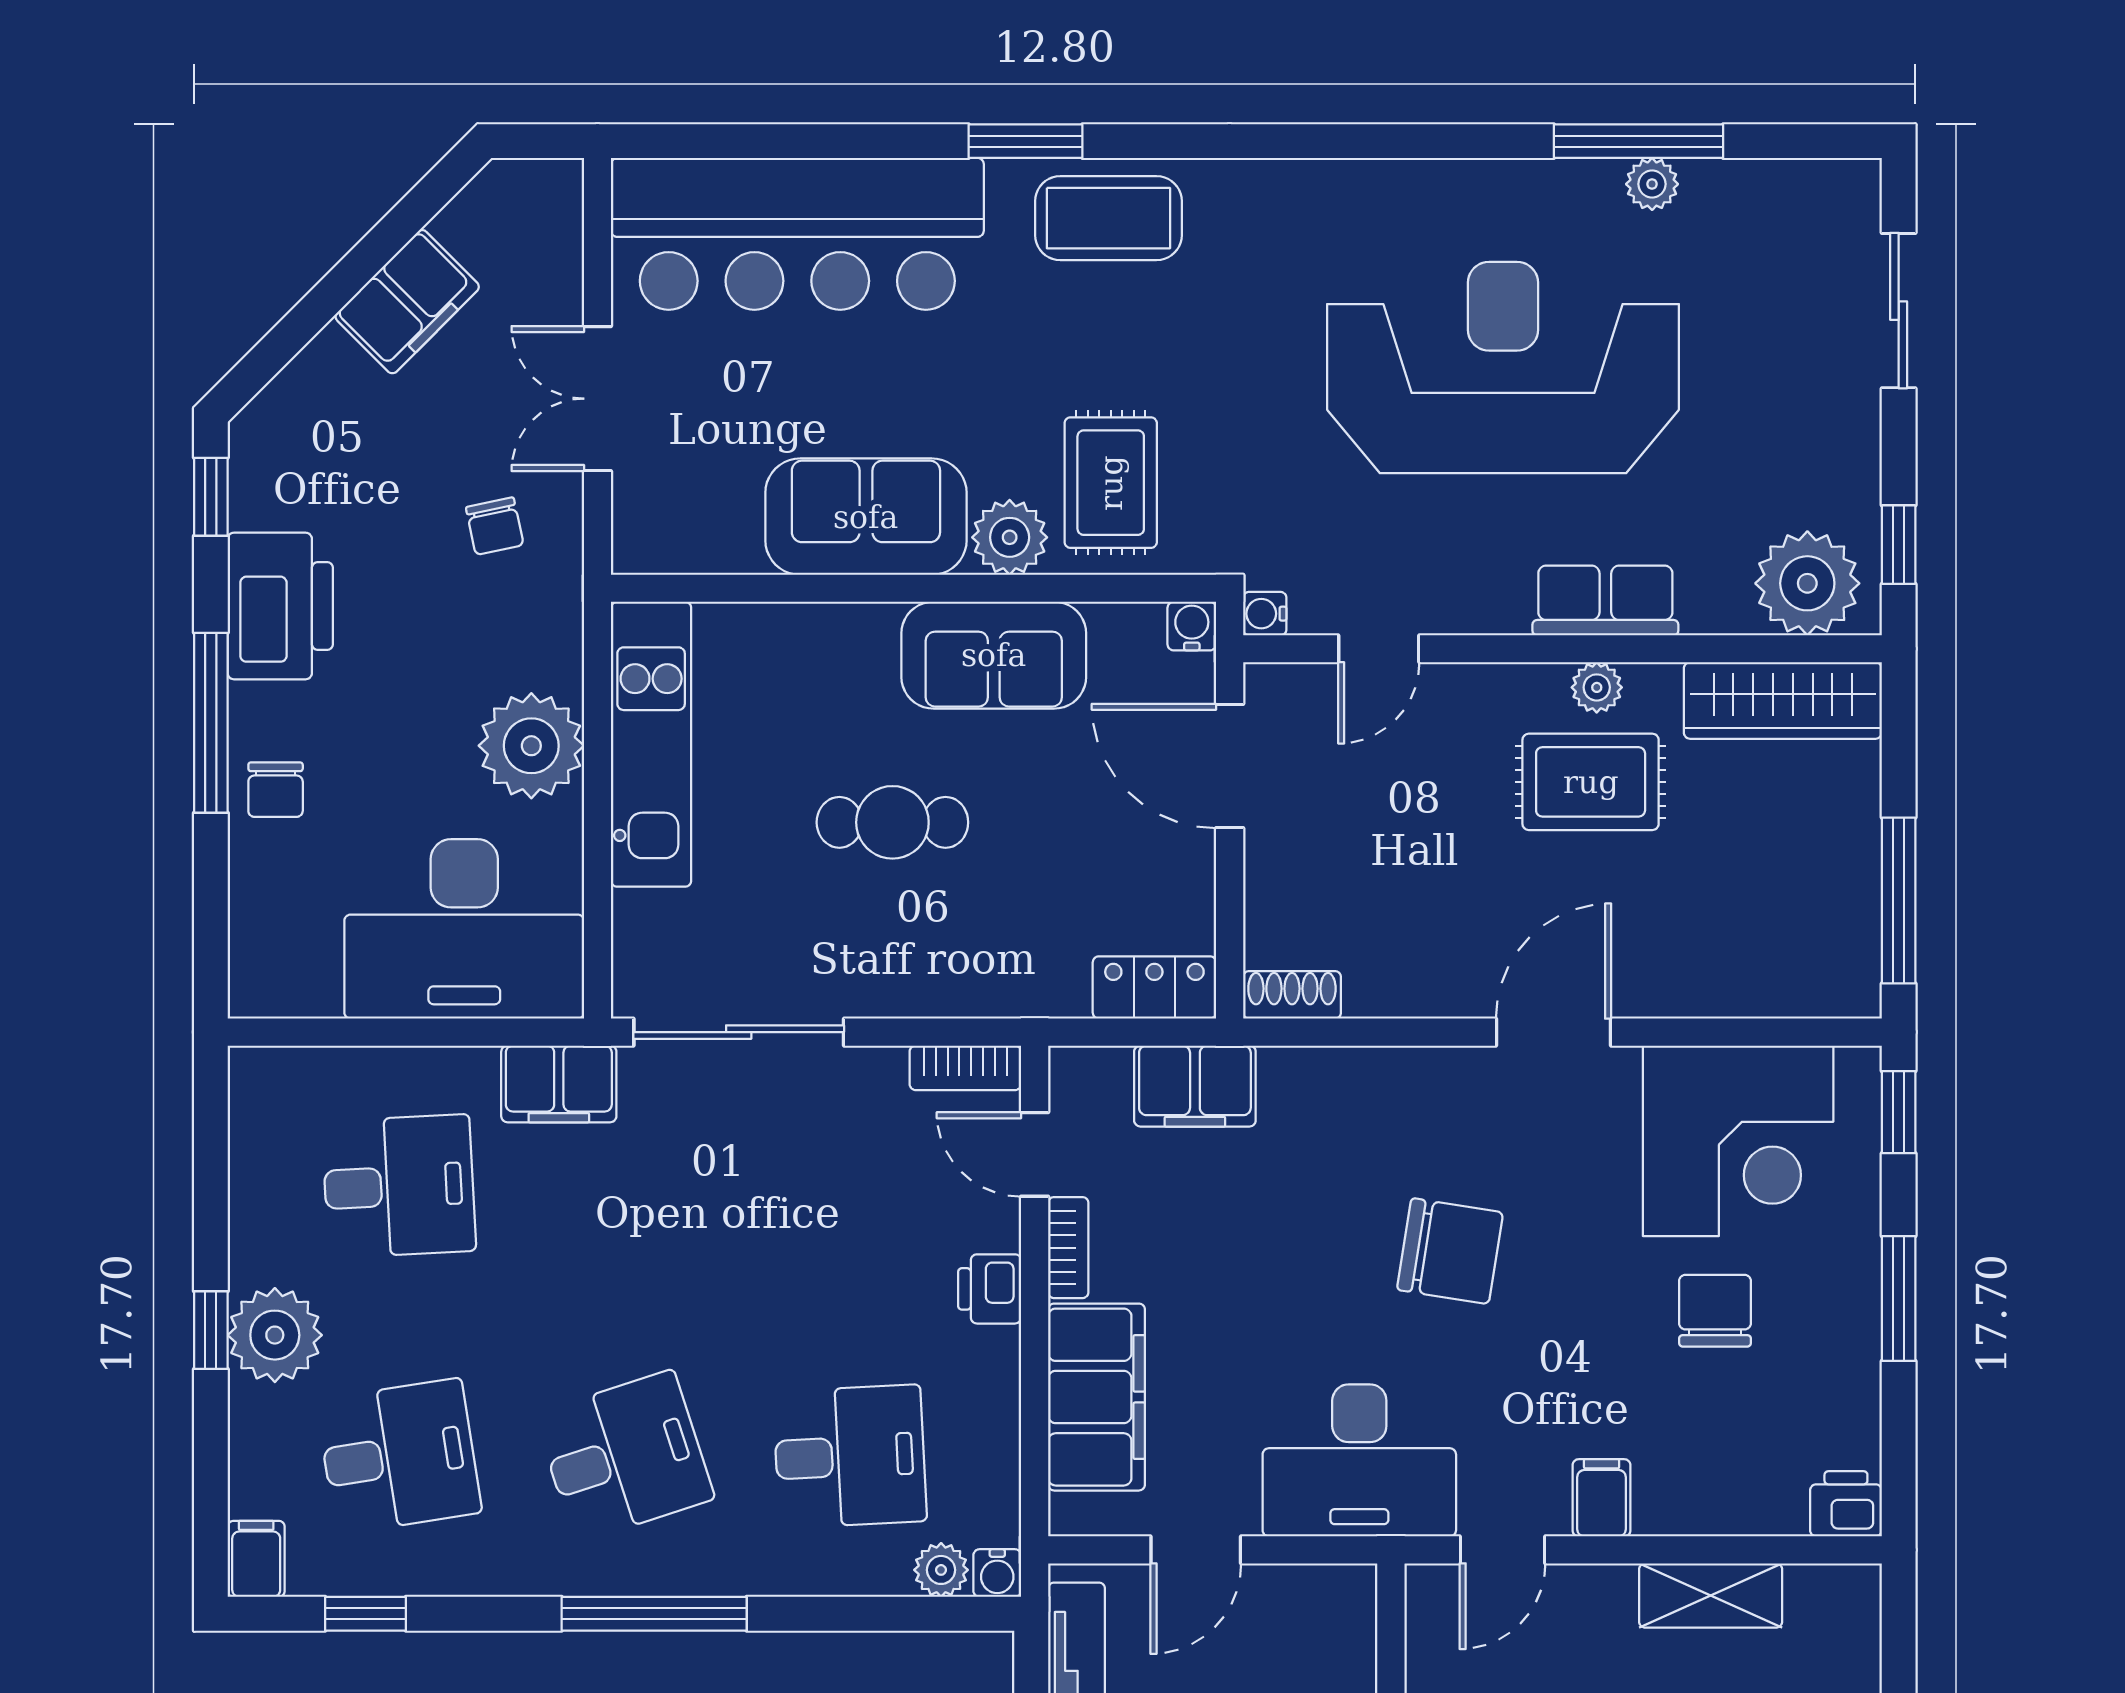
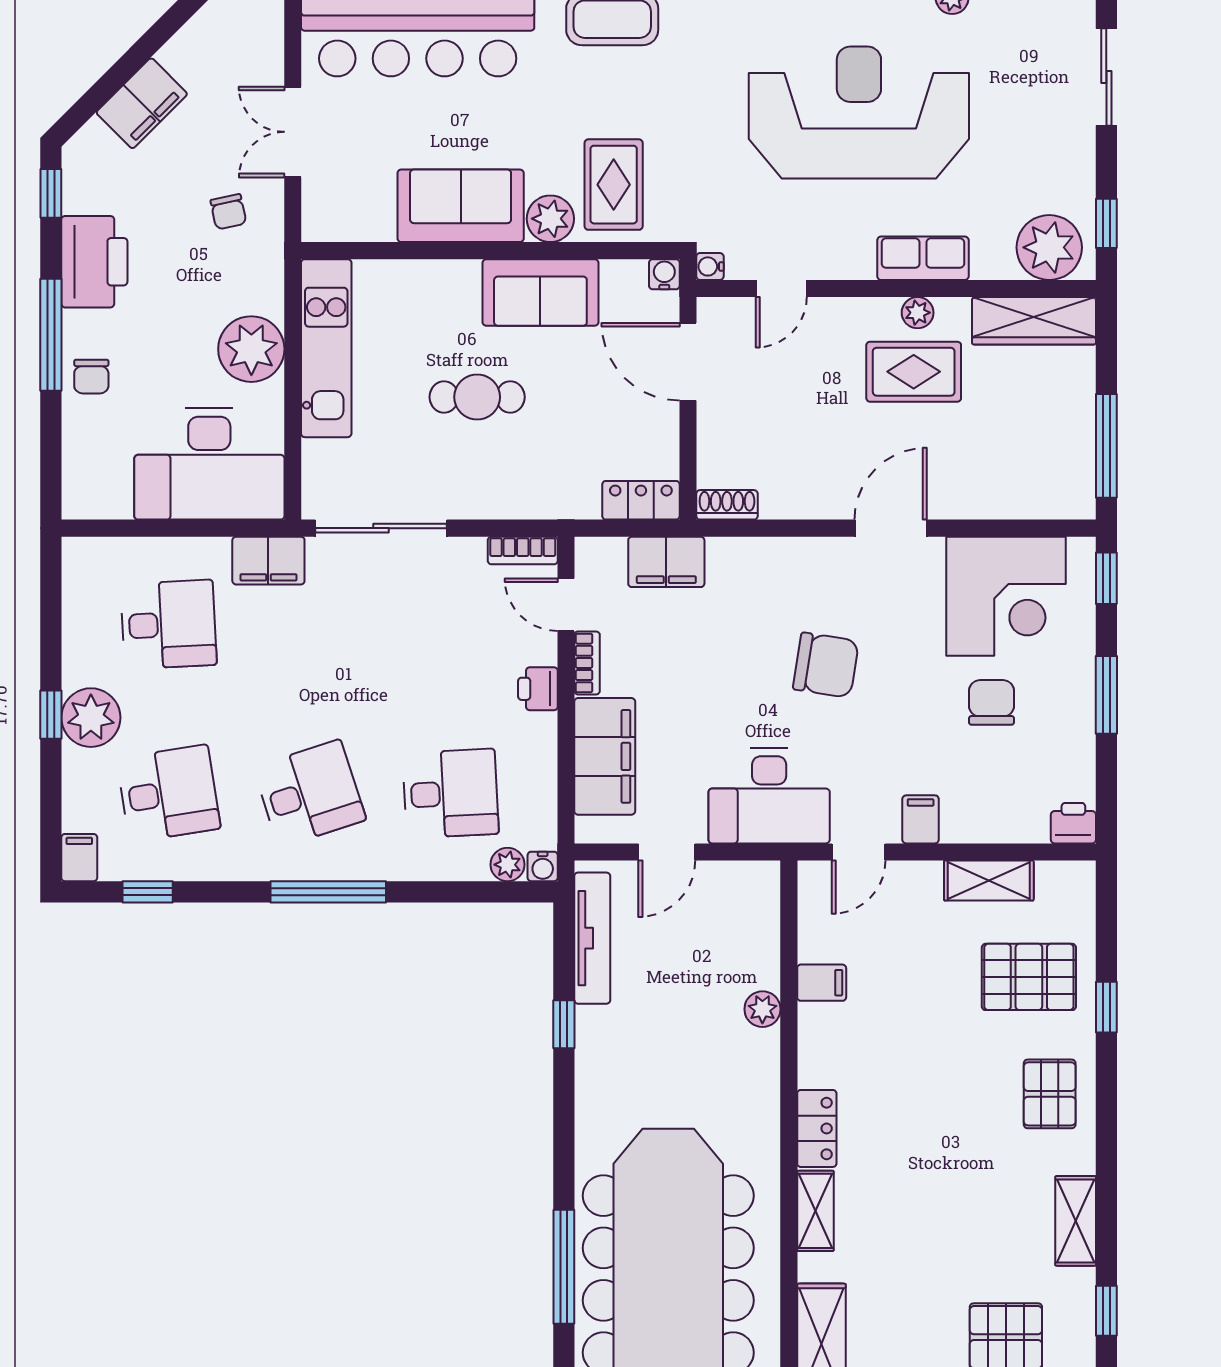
filing cabinet: (407, 302) -> (142, 103), moved

